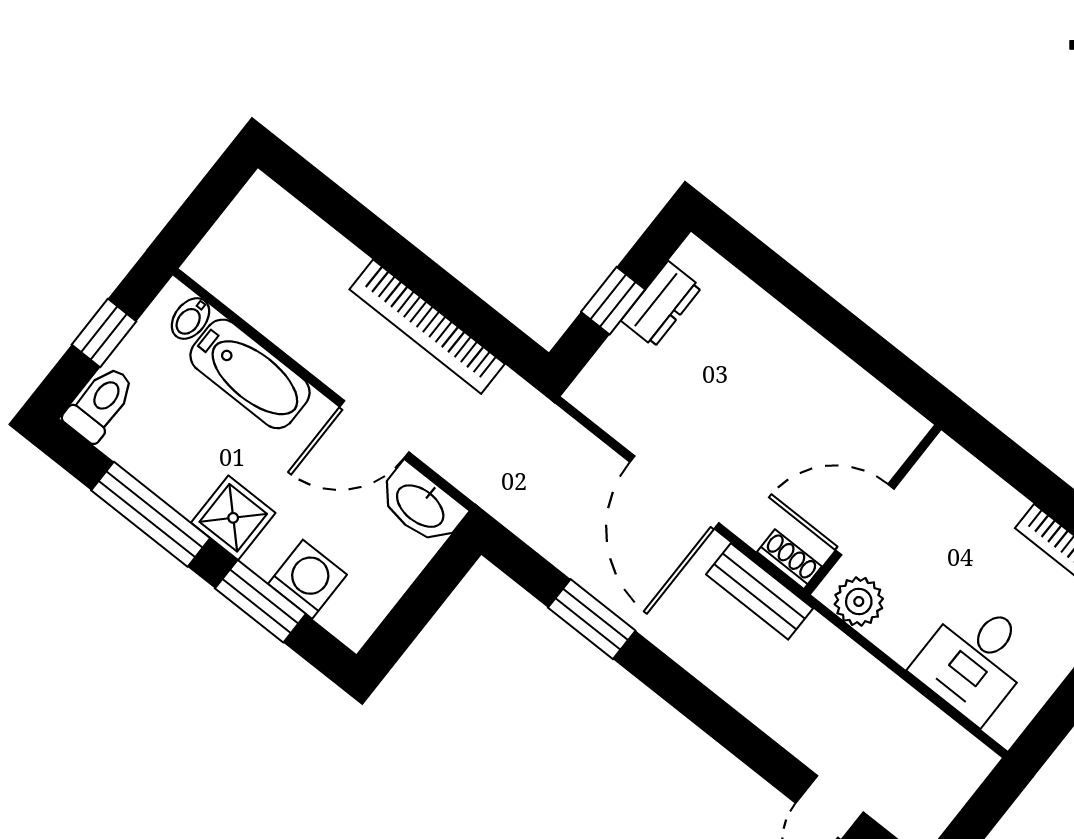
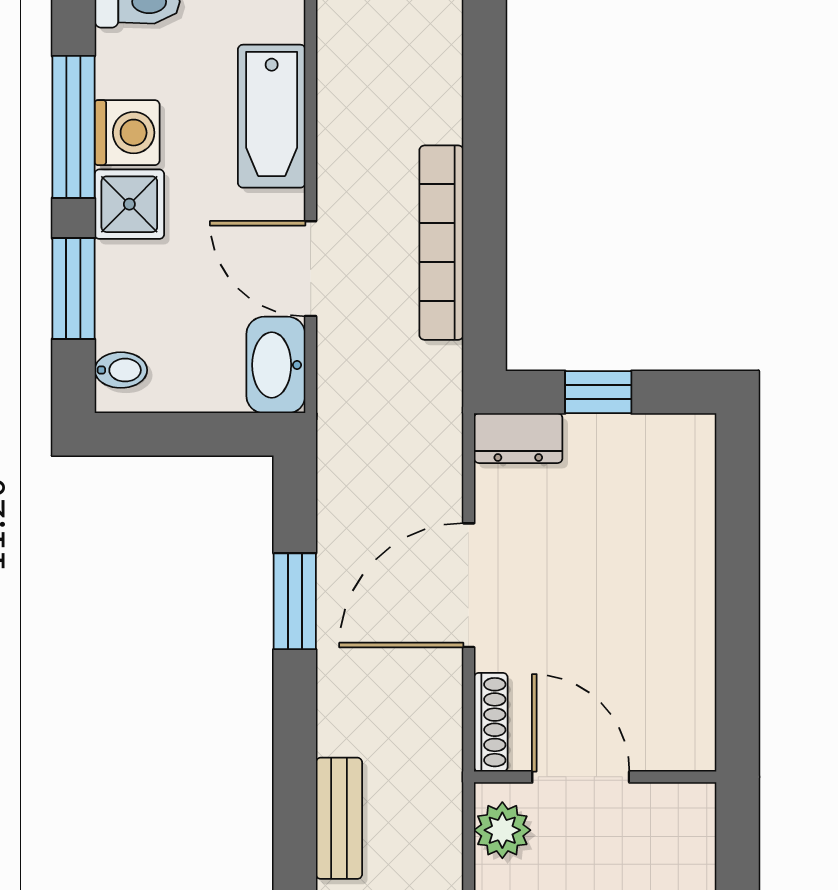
dresser: (661, 304) -> (518, 438), moved
bidet: (190, 319) -> (121, 370), moved, turned 180
shoe rack: (789, 559) -> (491, 722), width x1.43
washing machine: (307, 579) -> (127, 133), moved
bench: (760, 591) -> (339, 818), moved

